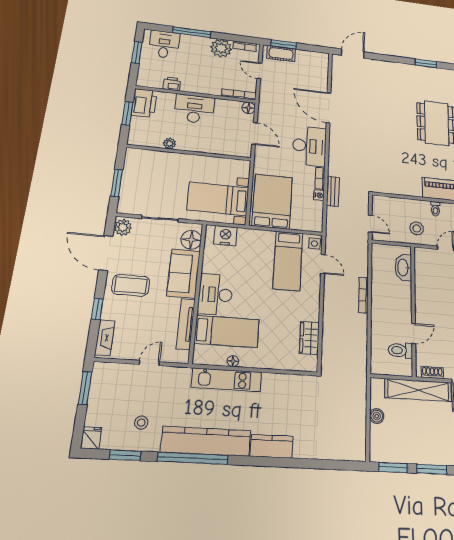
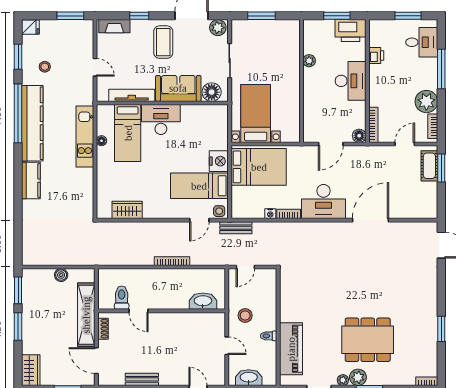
bench: (333, 191) -> (236, 228), moved
nightstand: (225, 236) -> (219, 161), moved

